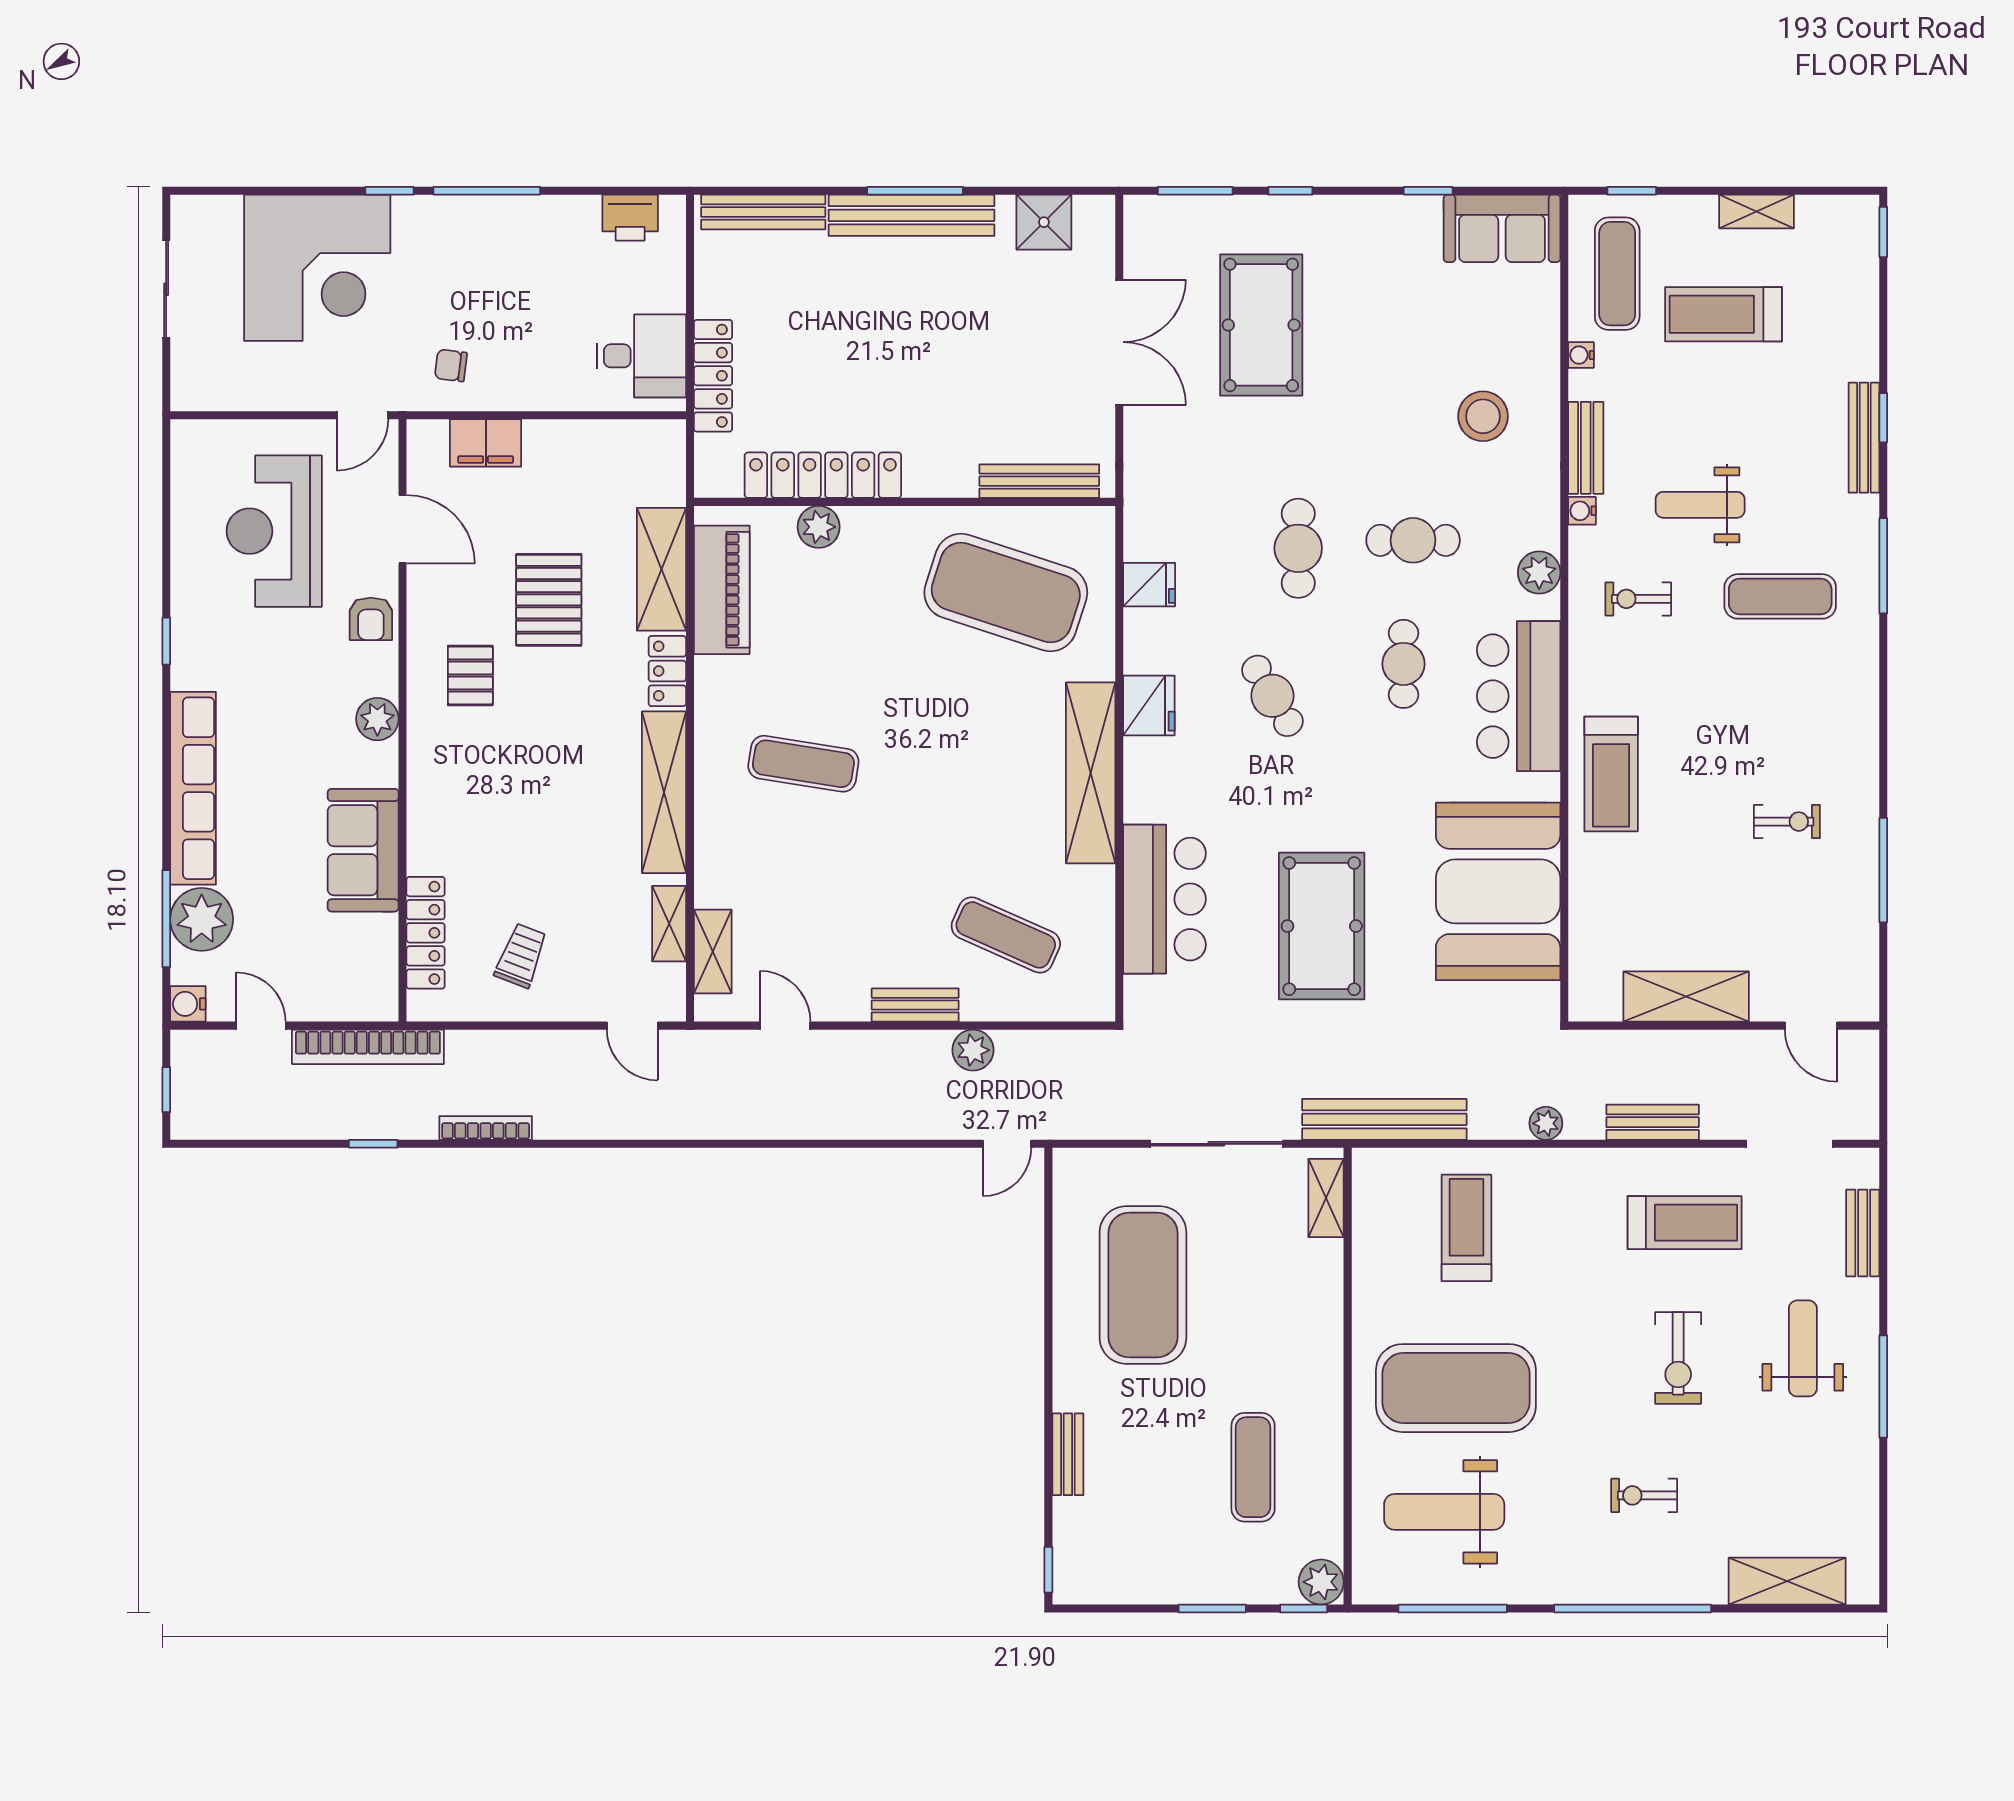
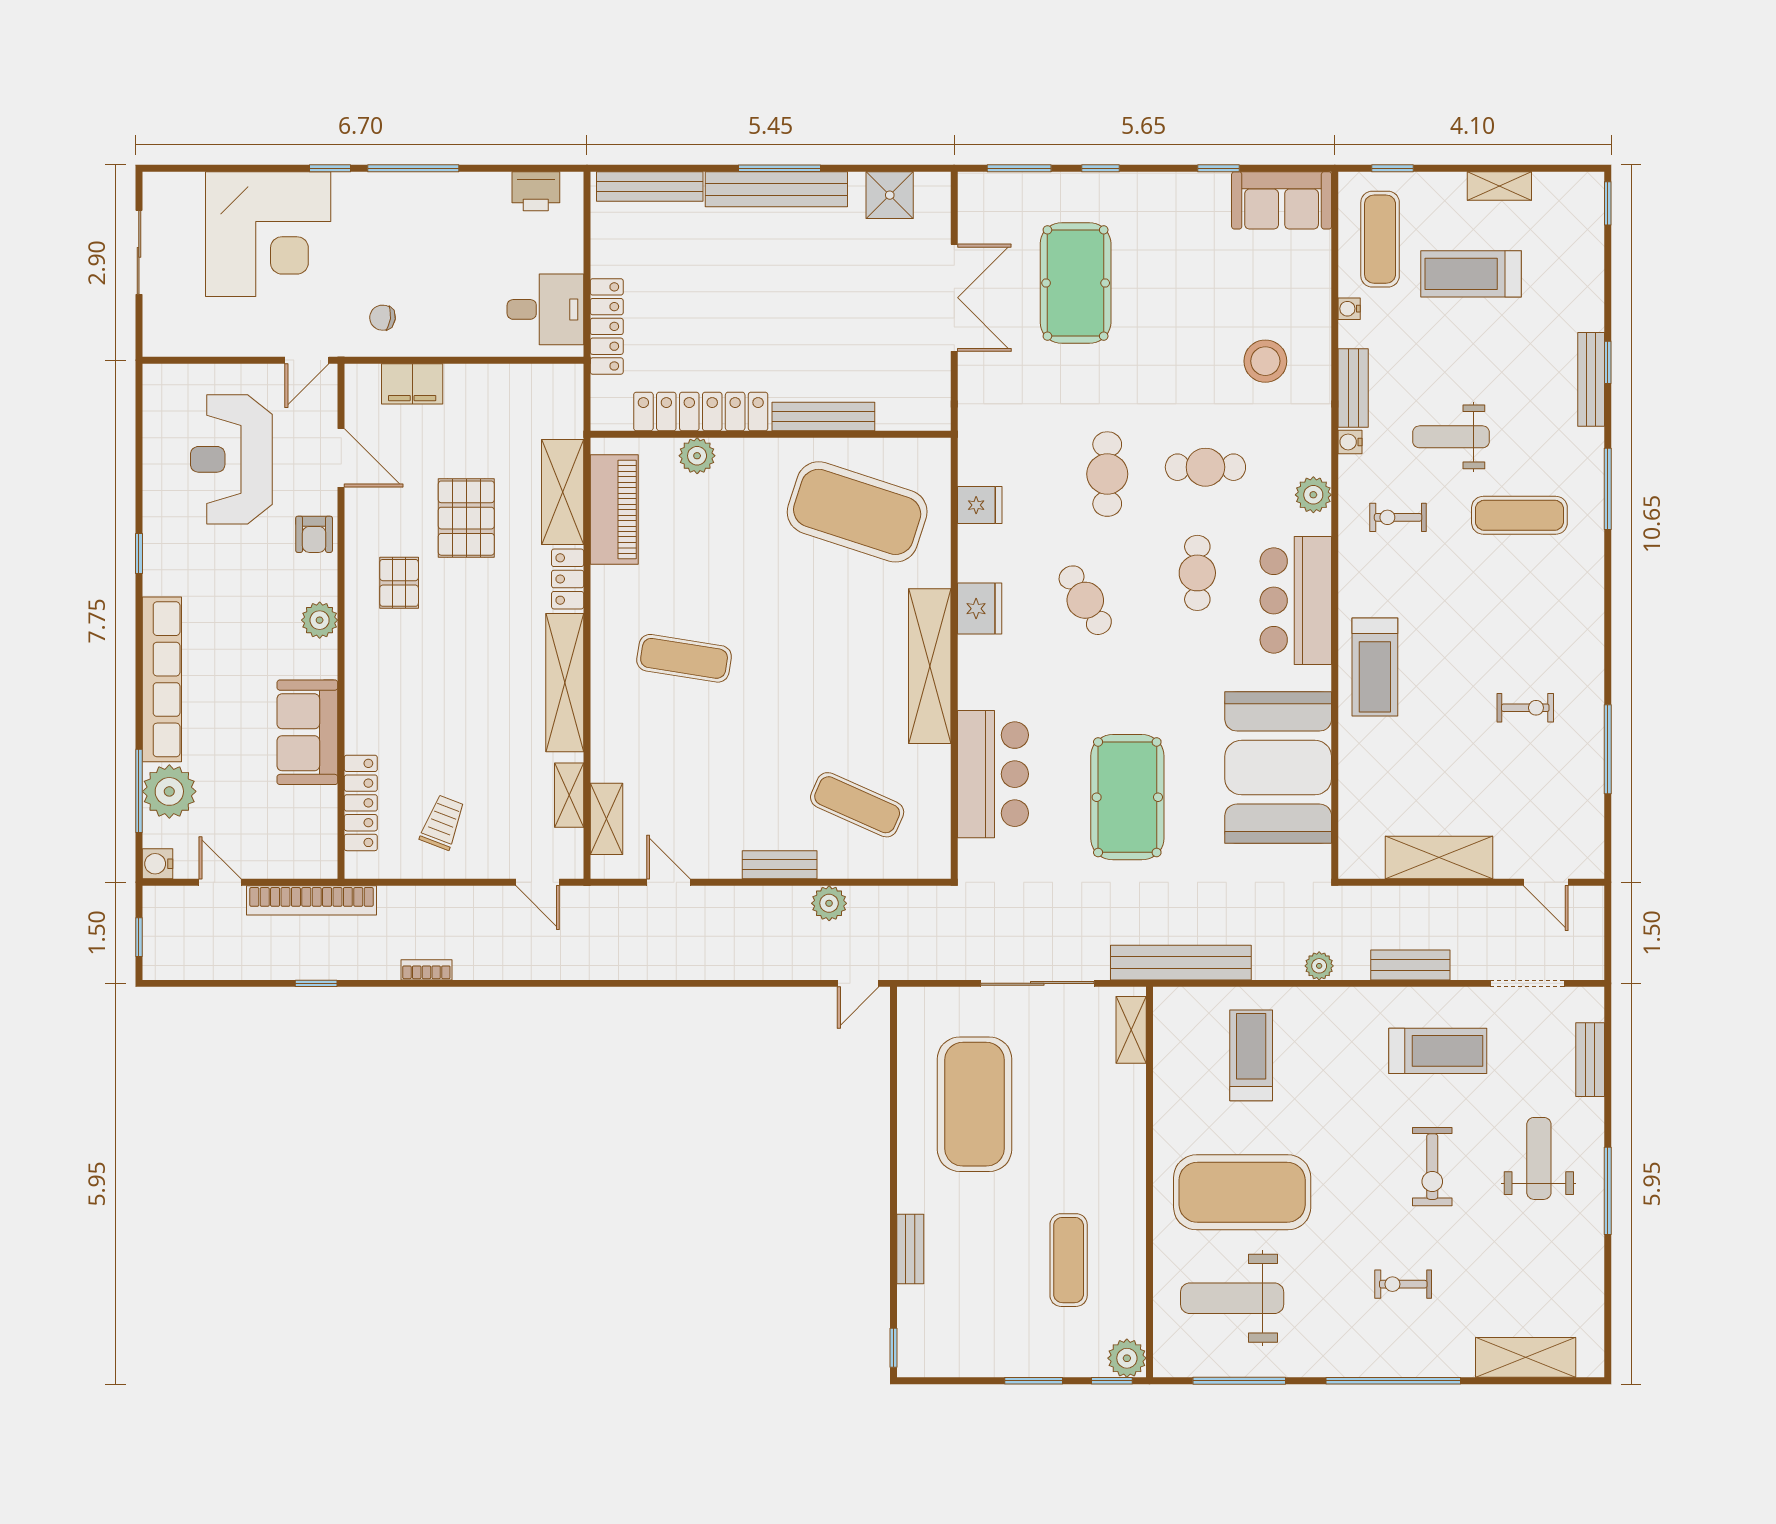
bench: (1039, 481) -> (823, 417), moved
bookcase: (486, 1128) -> (426, 970), width x0.64

